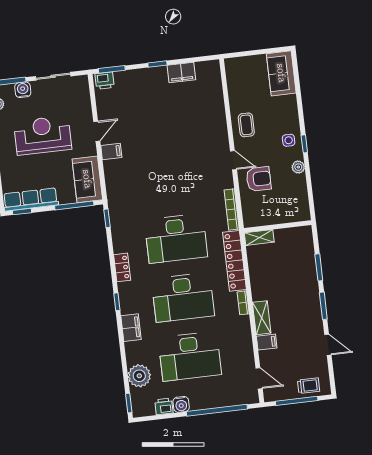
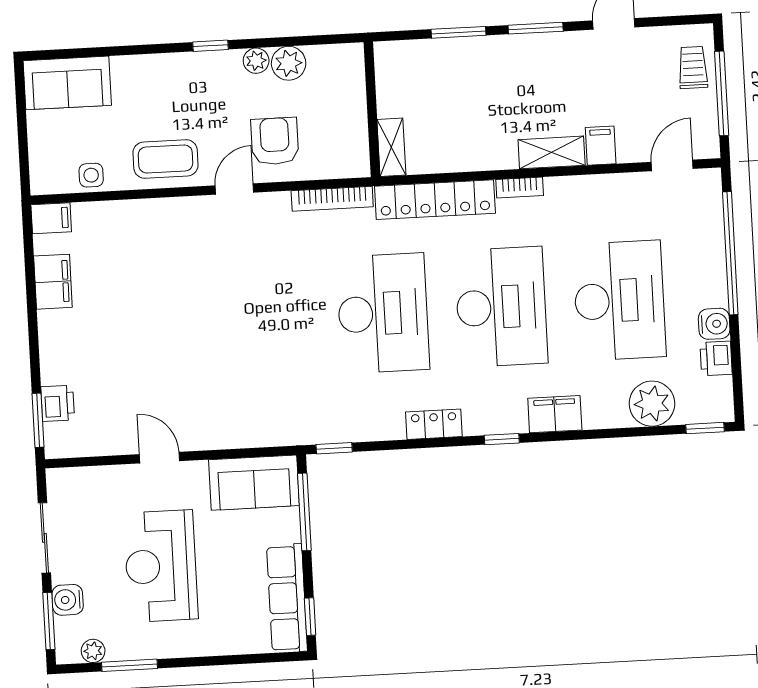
window: (157, 64) -> (33, 328), removed
printer: (105, 81) -> (58, 403), moved
coffee table: (246, 125) -> (166, 159), width x1.36, depth x1.30
side table: (289, 140) -> (91, 175), moved
filing cabinet: (111, 152) -> (51, 218), moved, turned 90
plant: (298, 183) -> (289, 63), added

